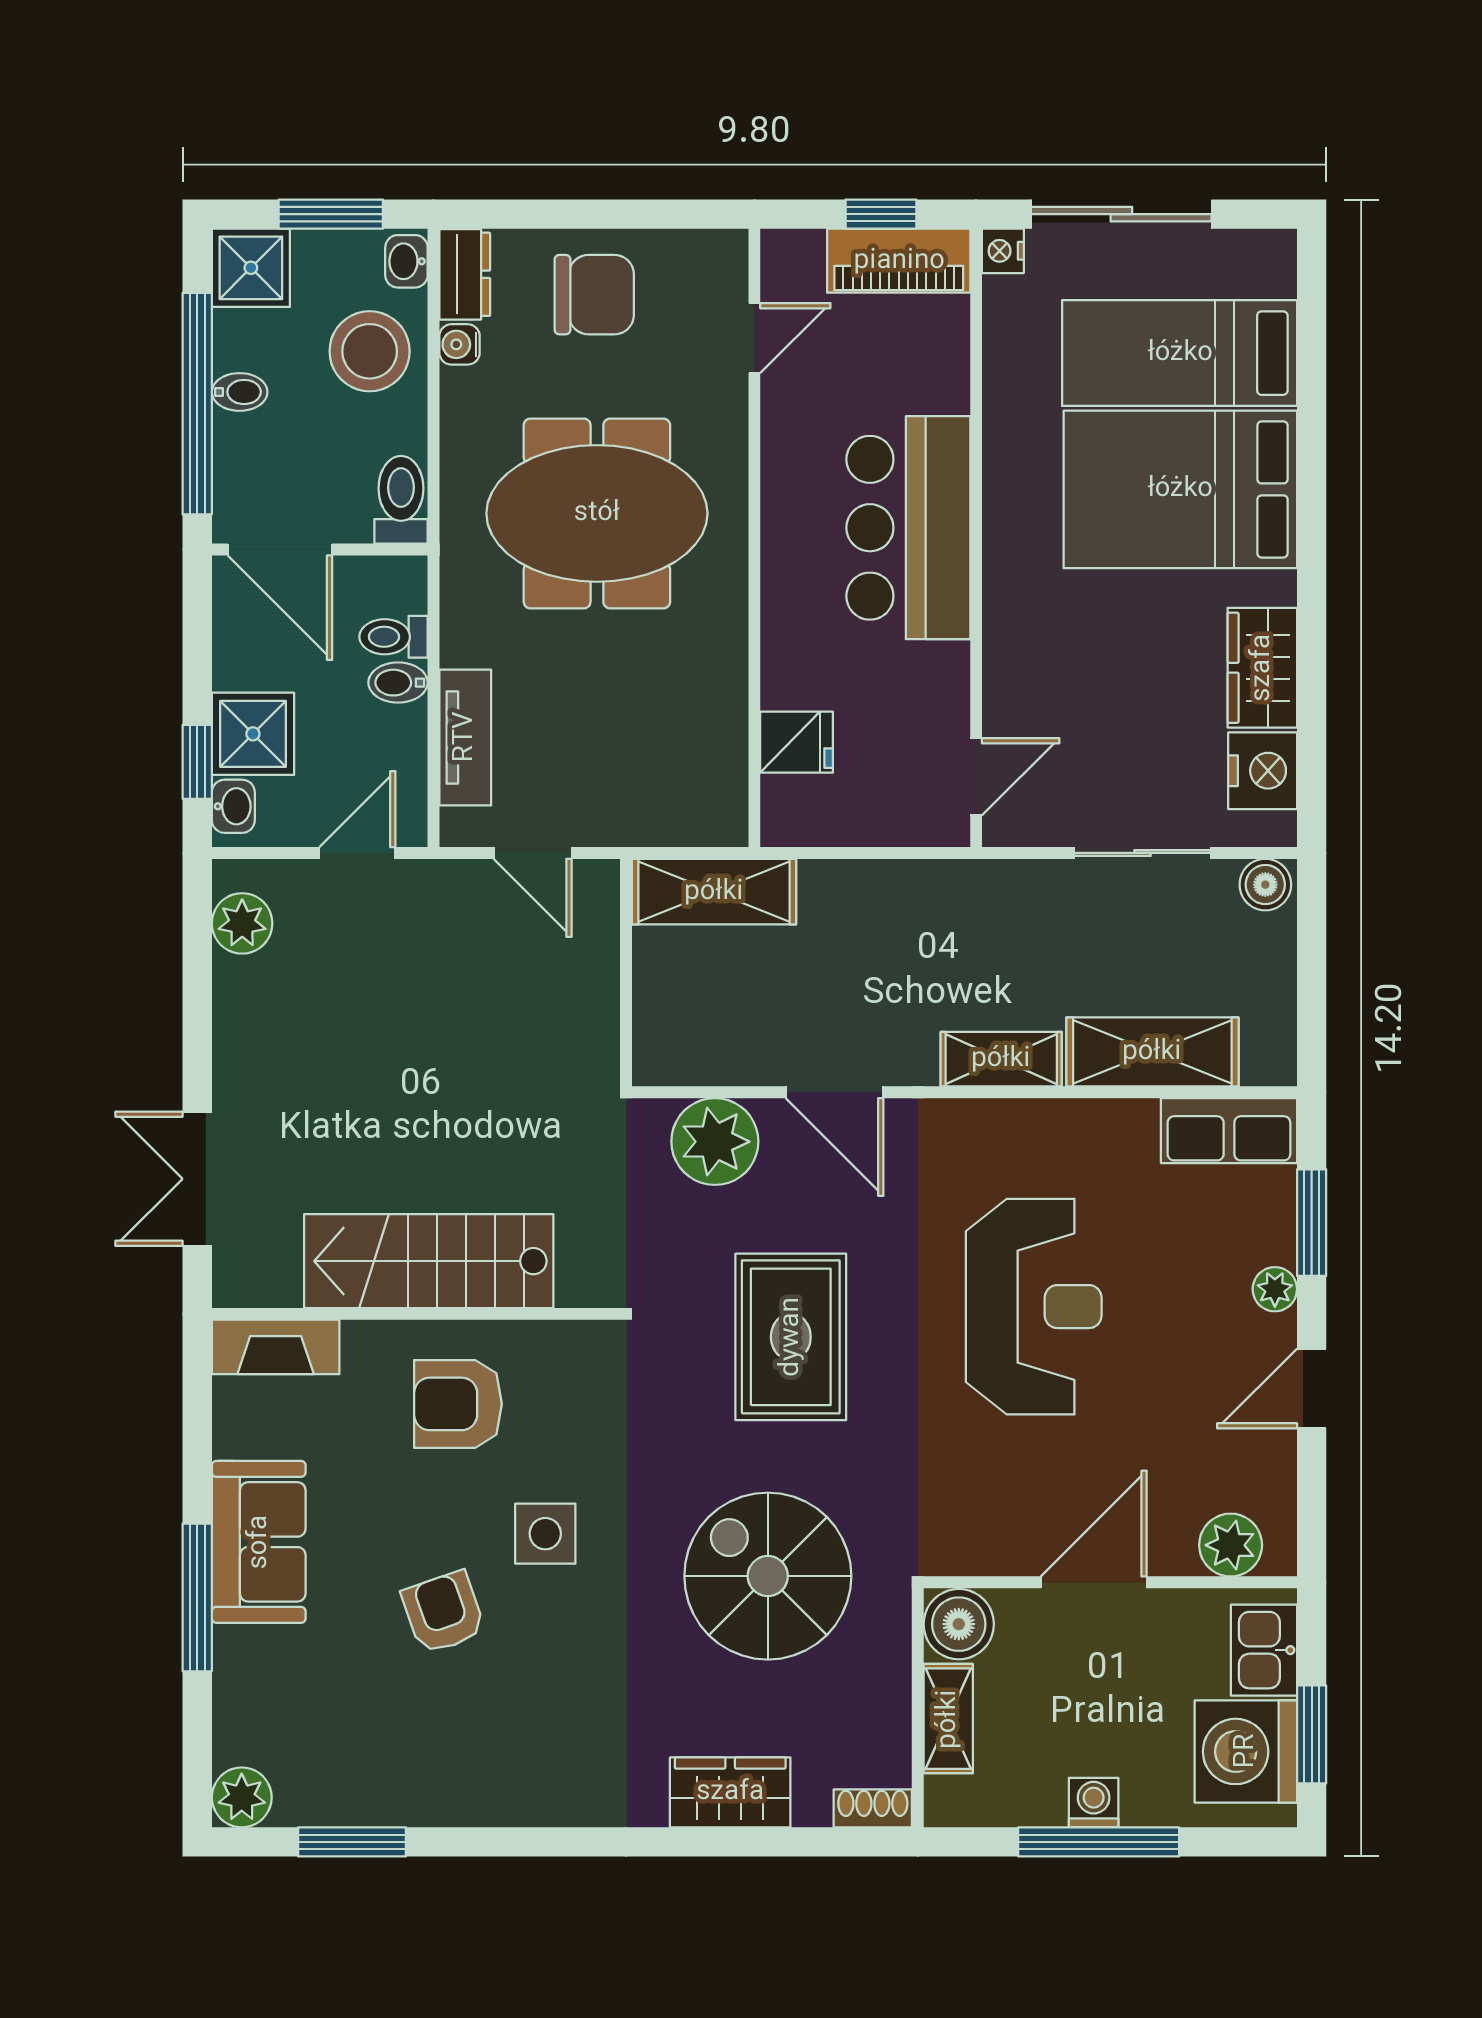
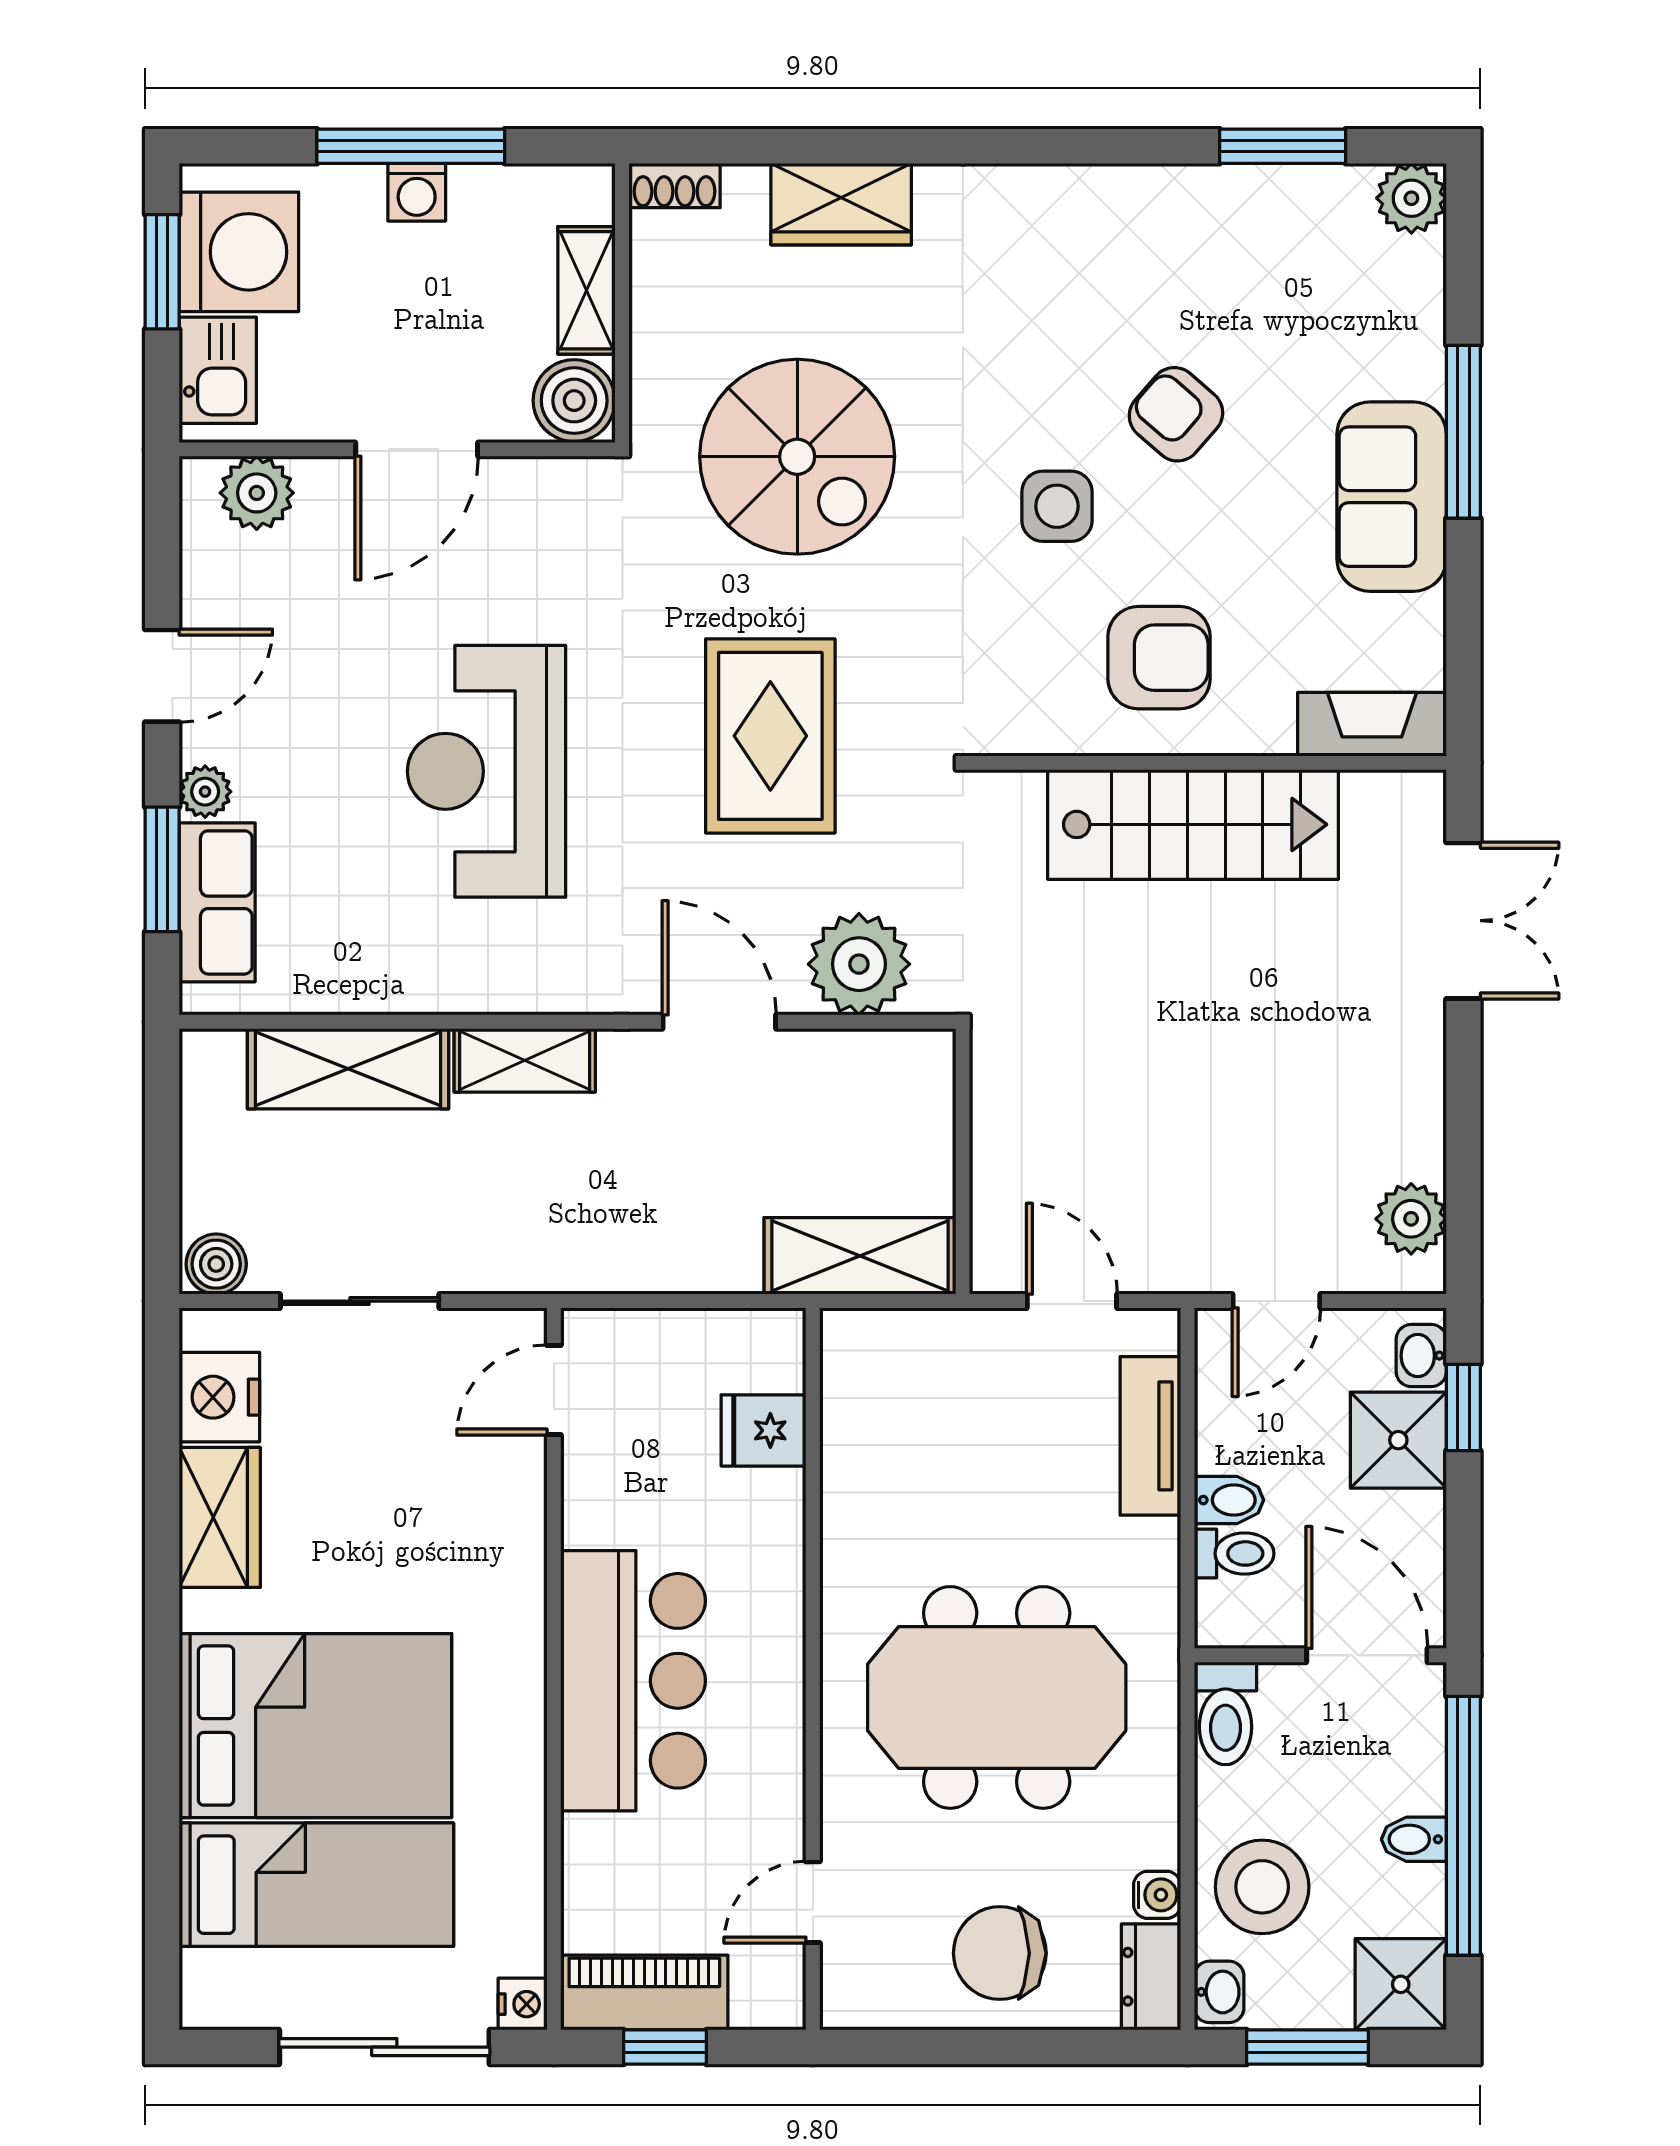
row of seats: (1229, 1131) -> (217, 902), moved, turned 90
armchair: (443, 1612) -> (1176, 414), turned 150

